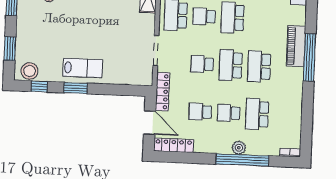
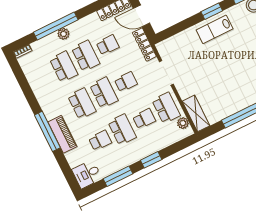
school desk: (261, 19) -> (100, 140), added
school desk: (229, 113) -> (86, 56), width x1.85

